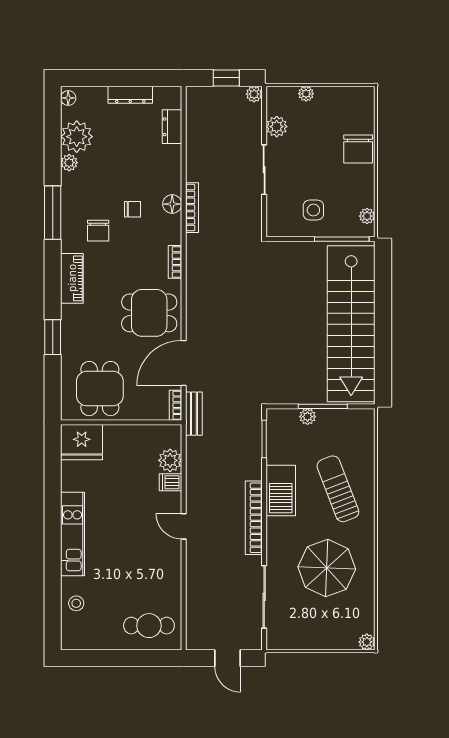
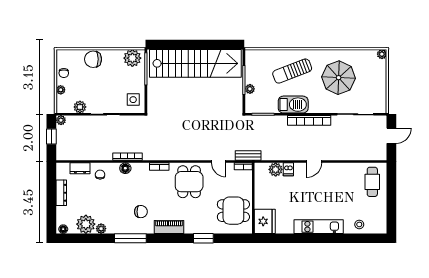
chair: (335, 99) -> (64, 73), added
chair: (358, 149) -> (93, 59), turned 180
chair: (133, 209) -> (100, 175), moved
side table: (313, 210) -> (133, 100), moved
plant: (367, 216) -> (132, 58), width x1.88, depth x1.88
door: (184, 363) -> (218, 162), width x0.53

